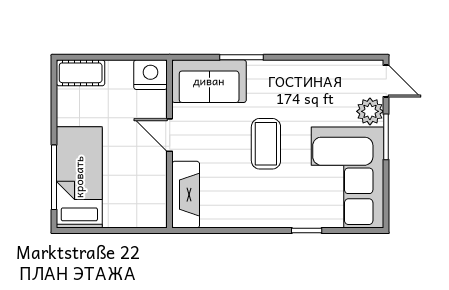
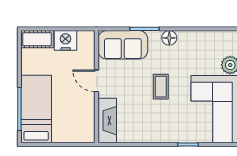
floor lamp: (279, 71) -> (169, 38), added
nightstand: (150, 75) -> (66, 40), moved
coffee table: (266, 144) -> (161, 87), width x0.73, depth x0.77

